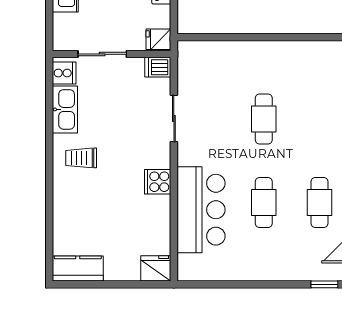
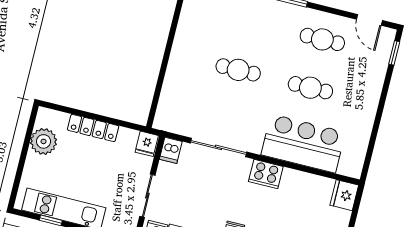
sliding door: (174, 119) -> (219, 147), width x1.37
cooker: (158, 182) -> (266, 174), width x1.36

